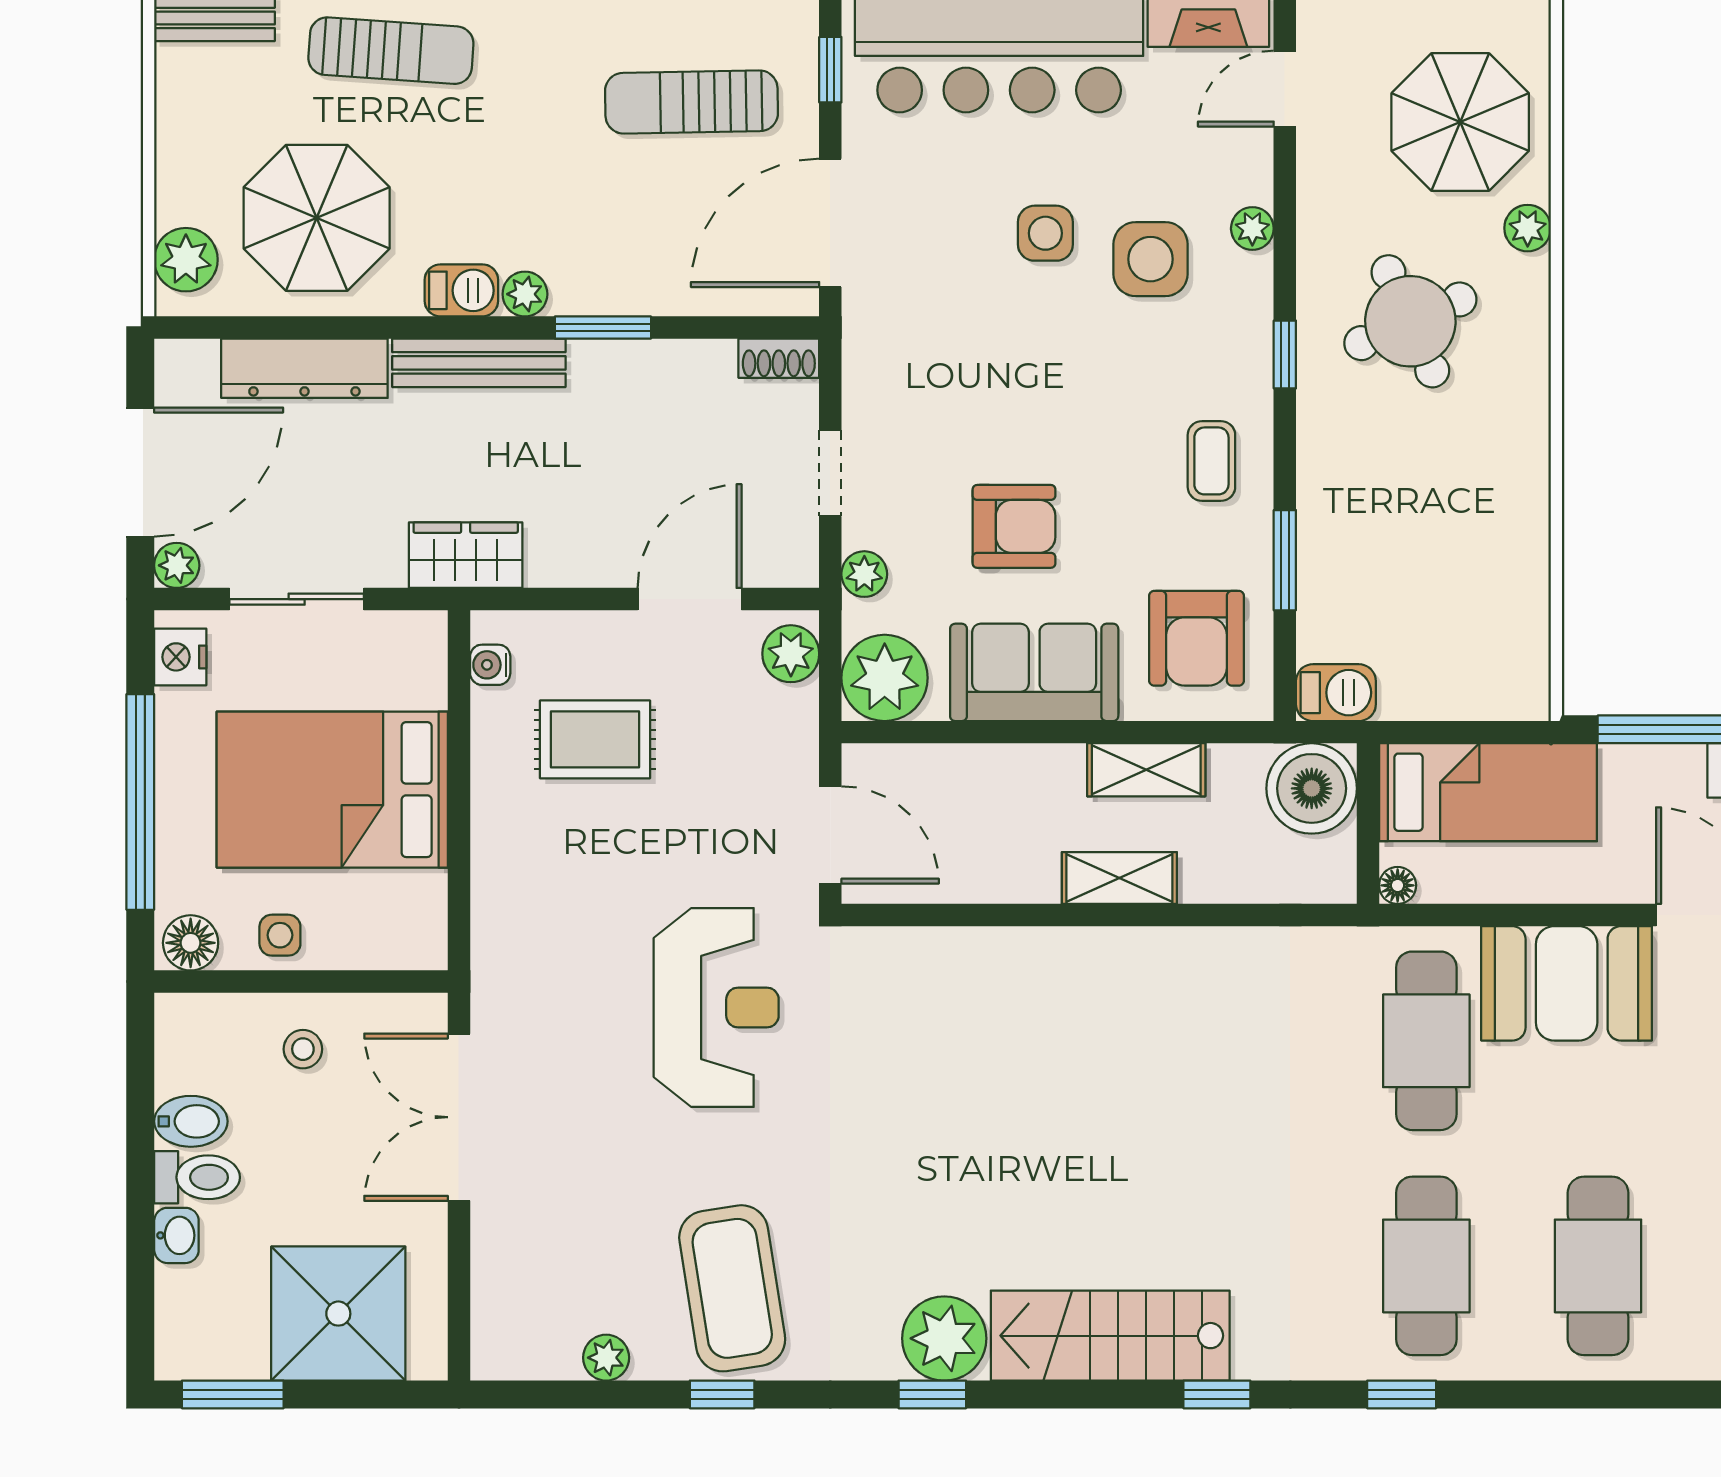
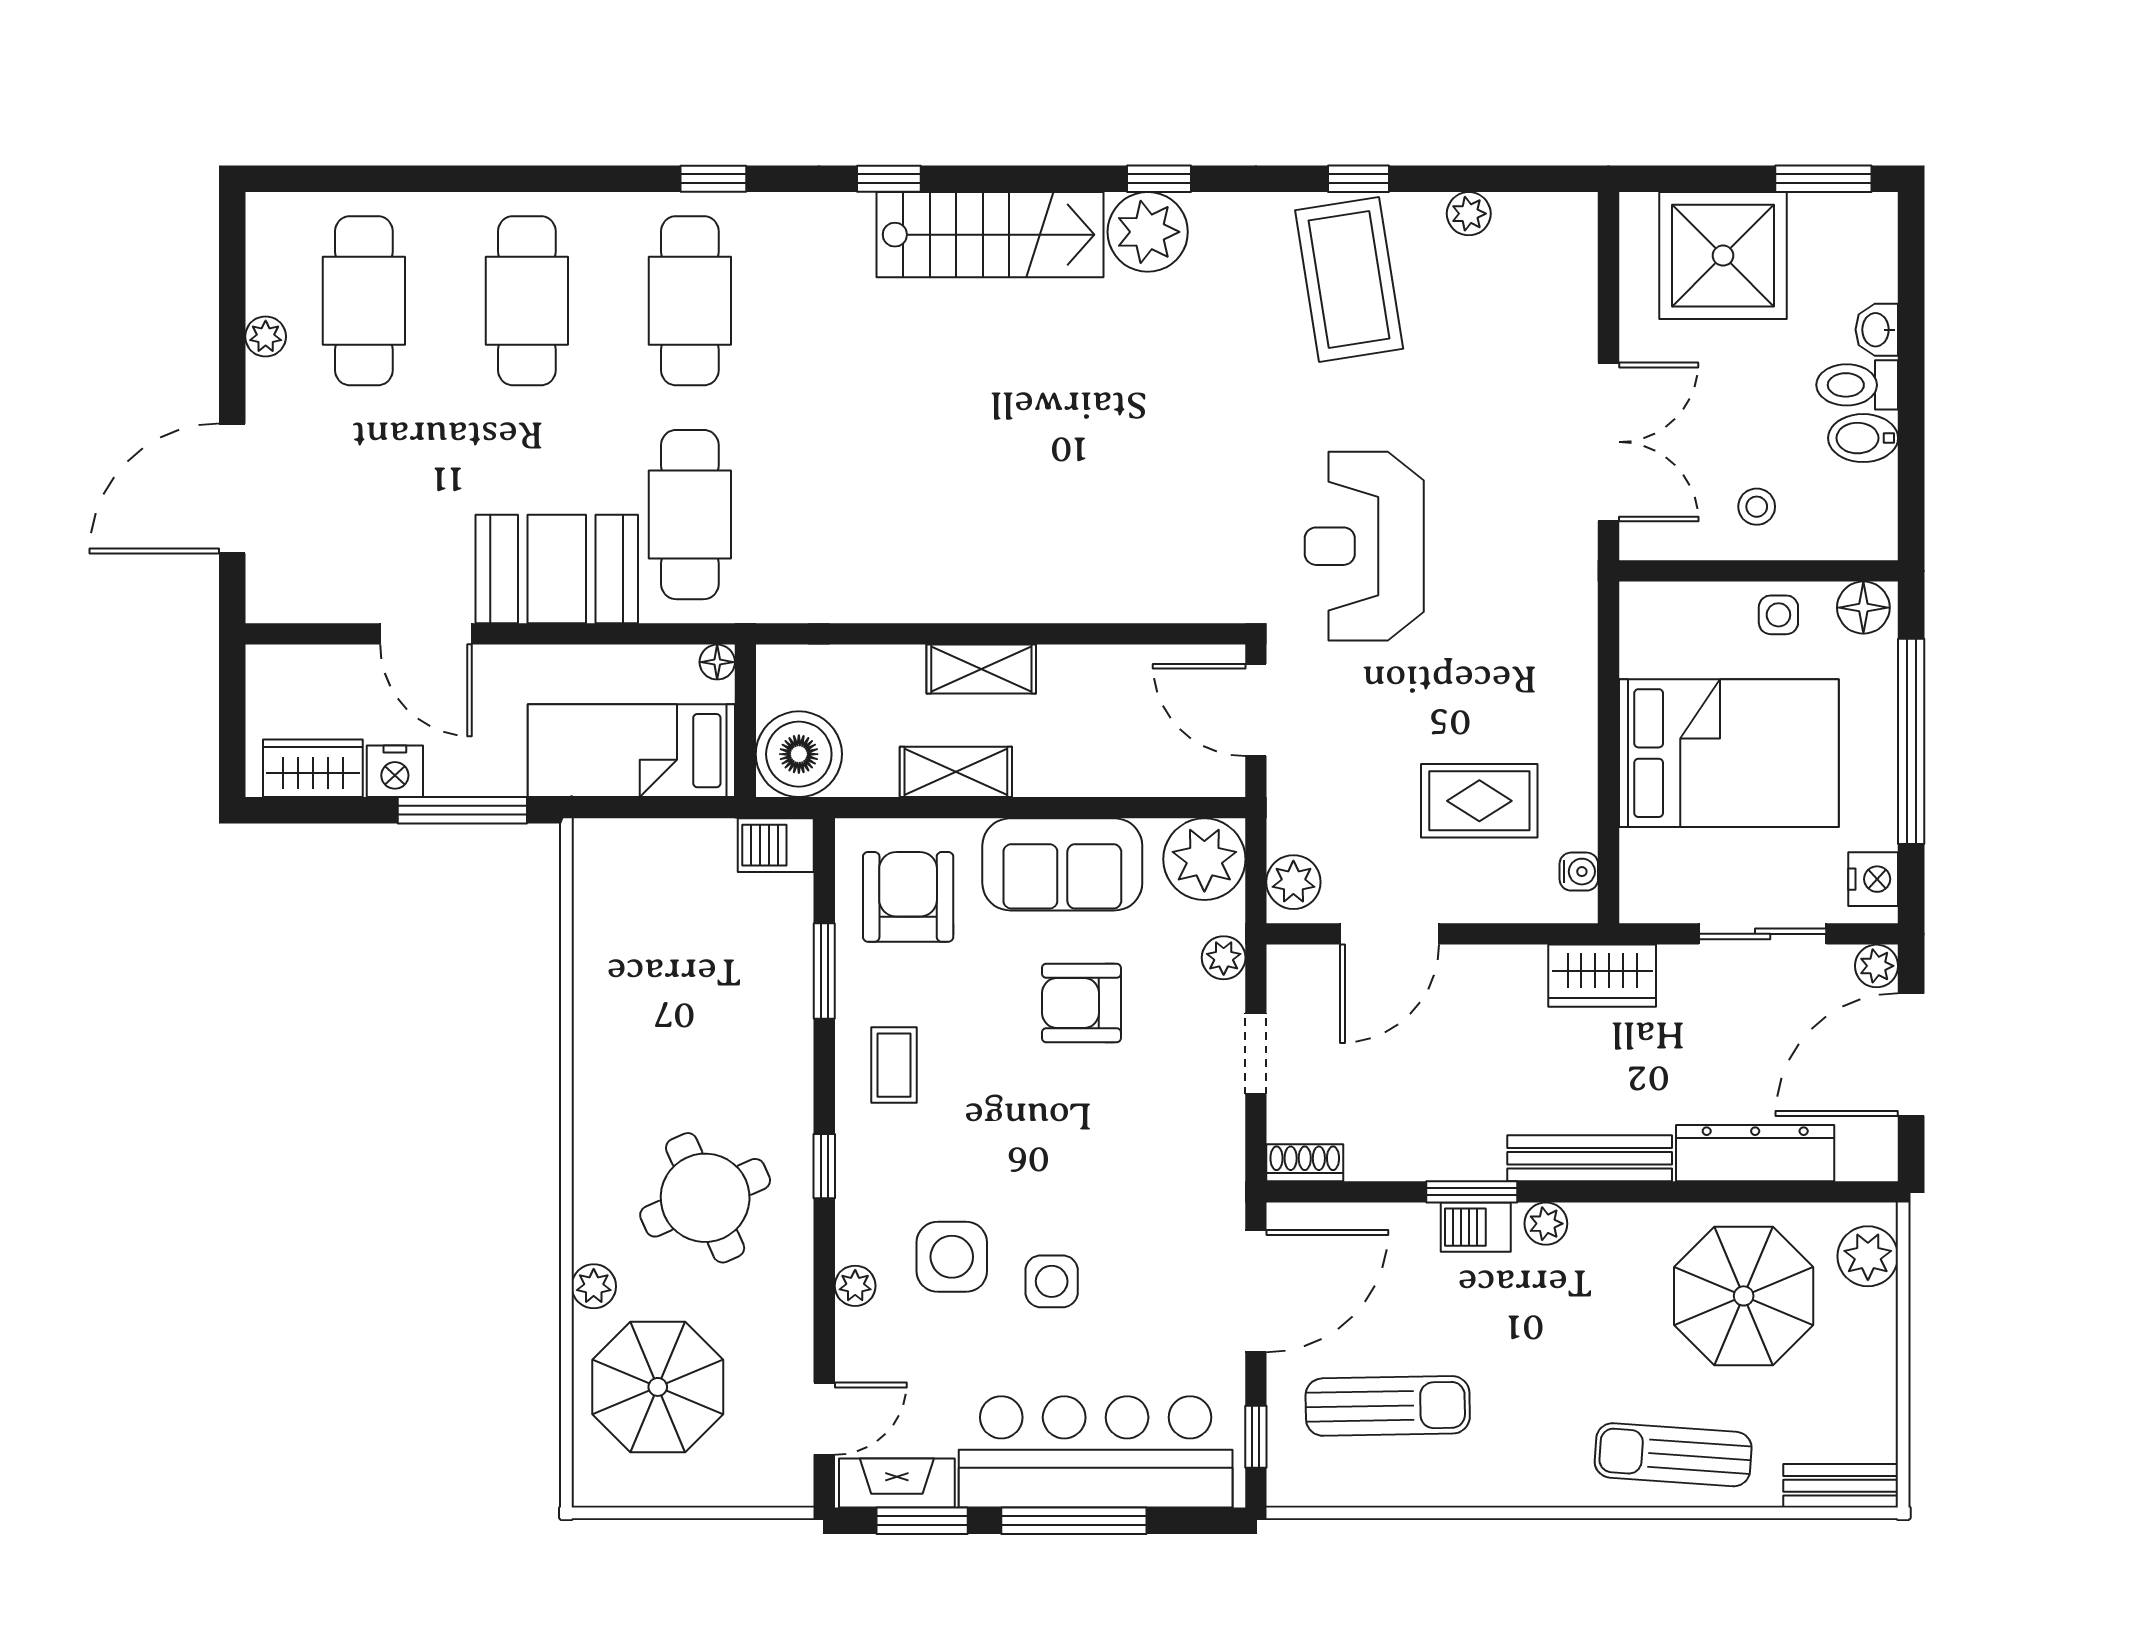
barbecue: (461, 290) -> (1476, 1227), moved

